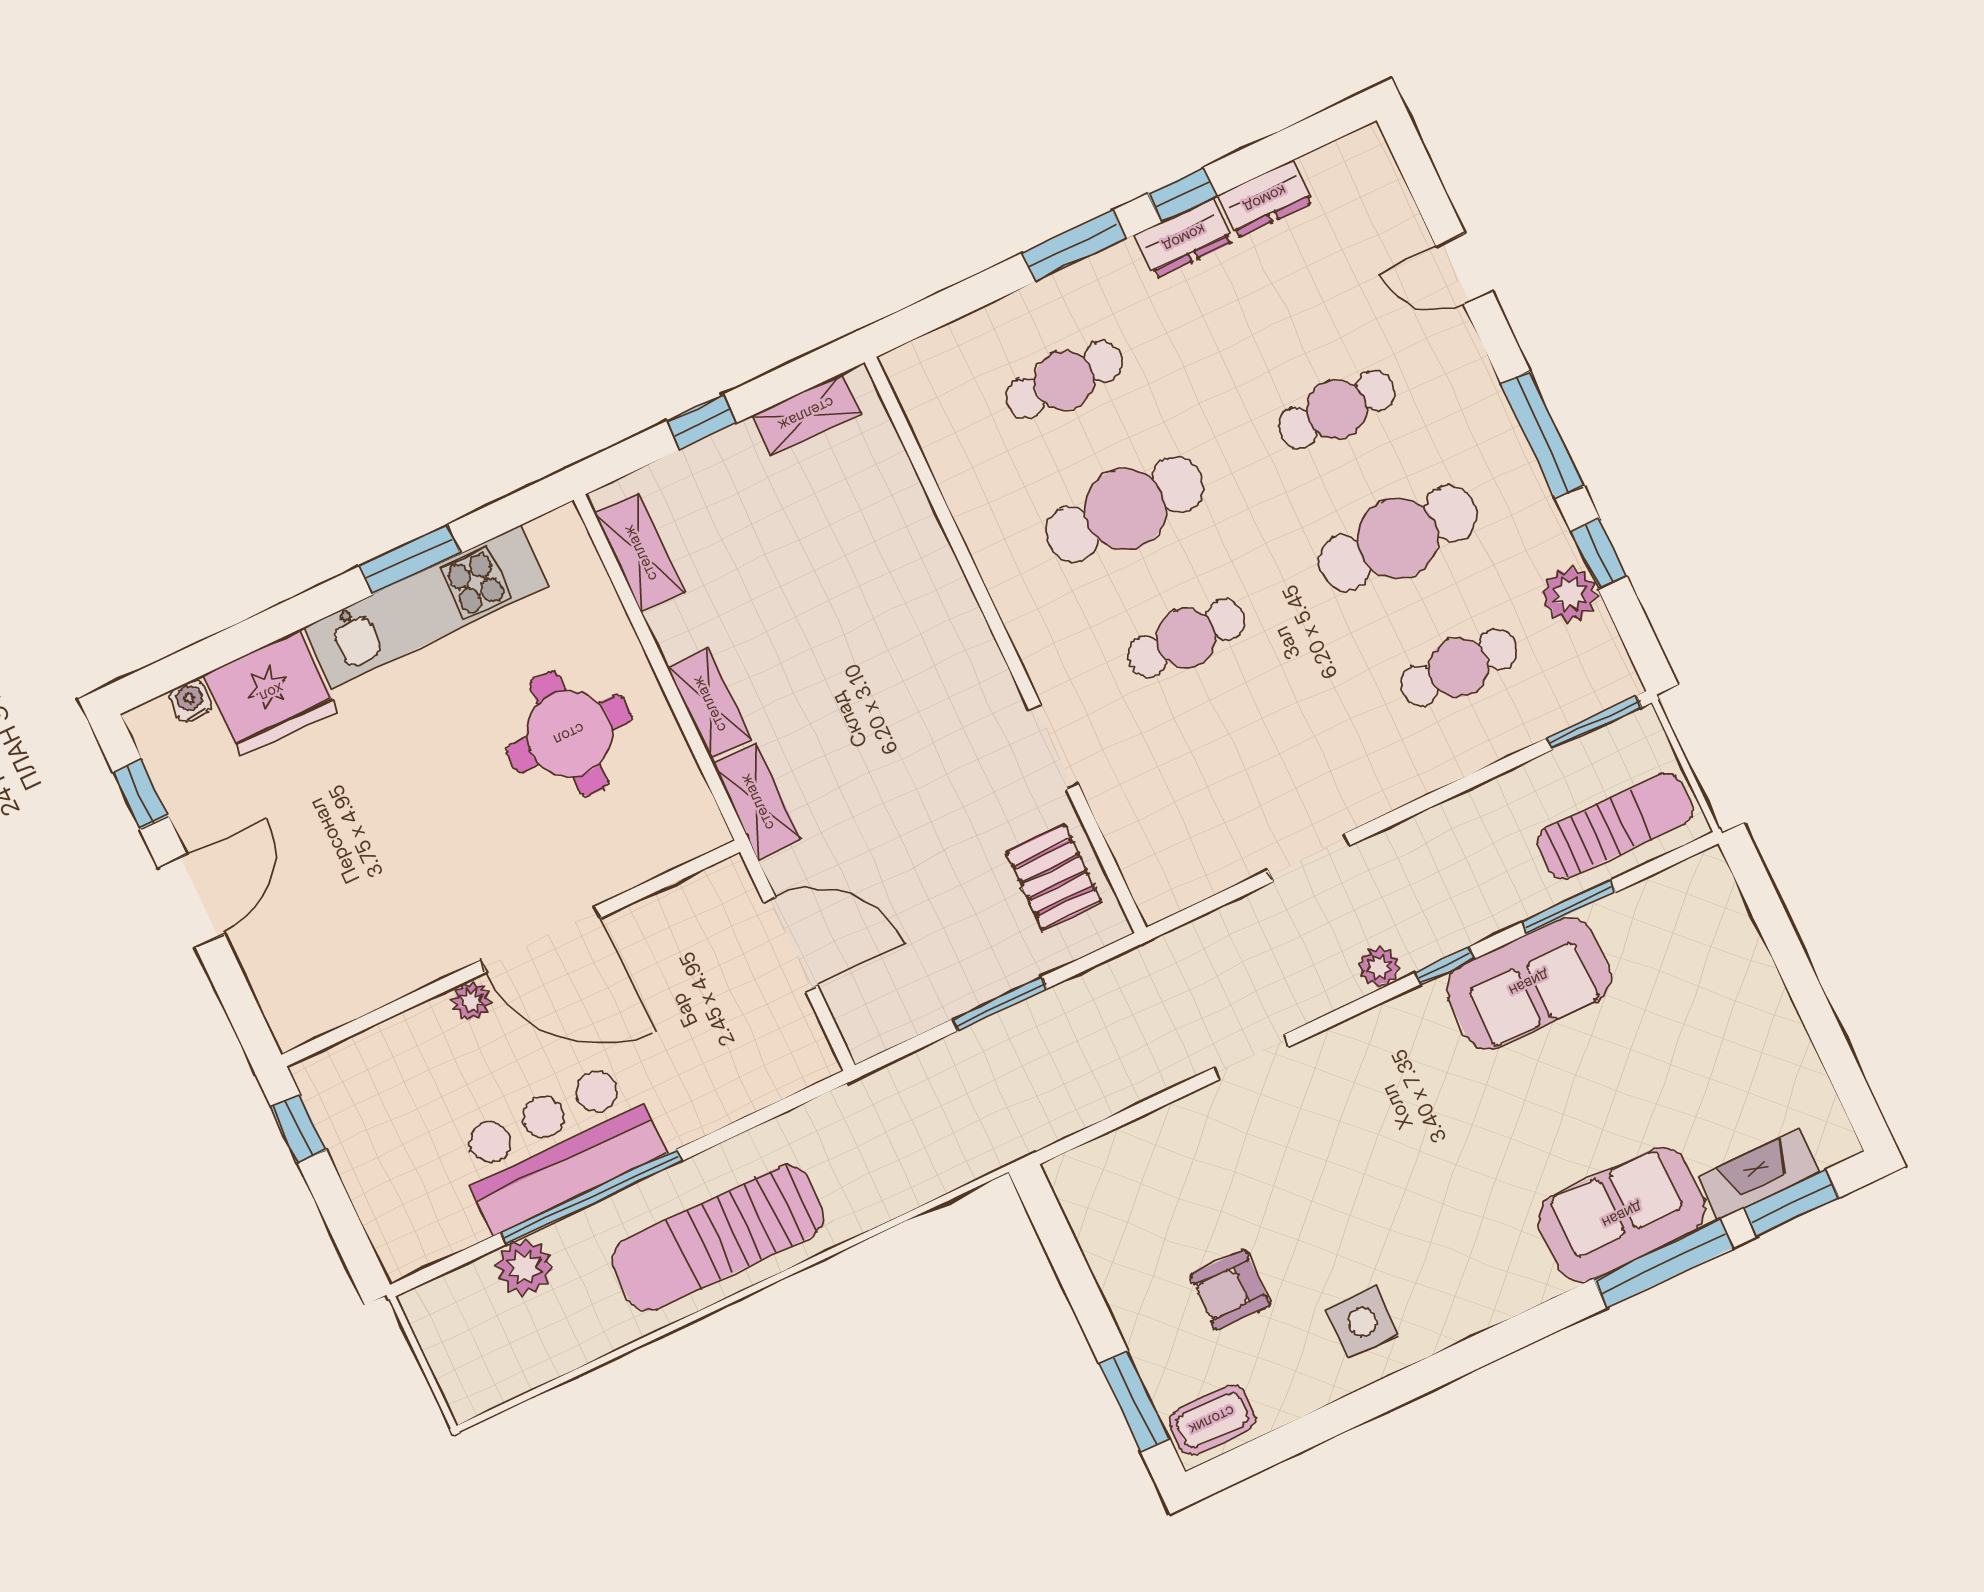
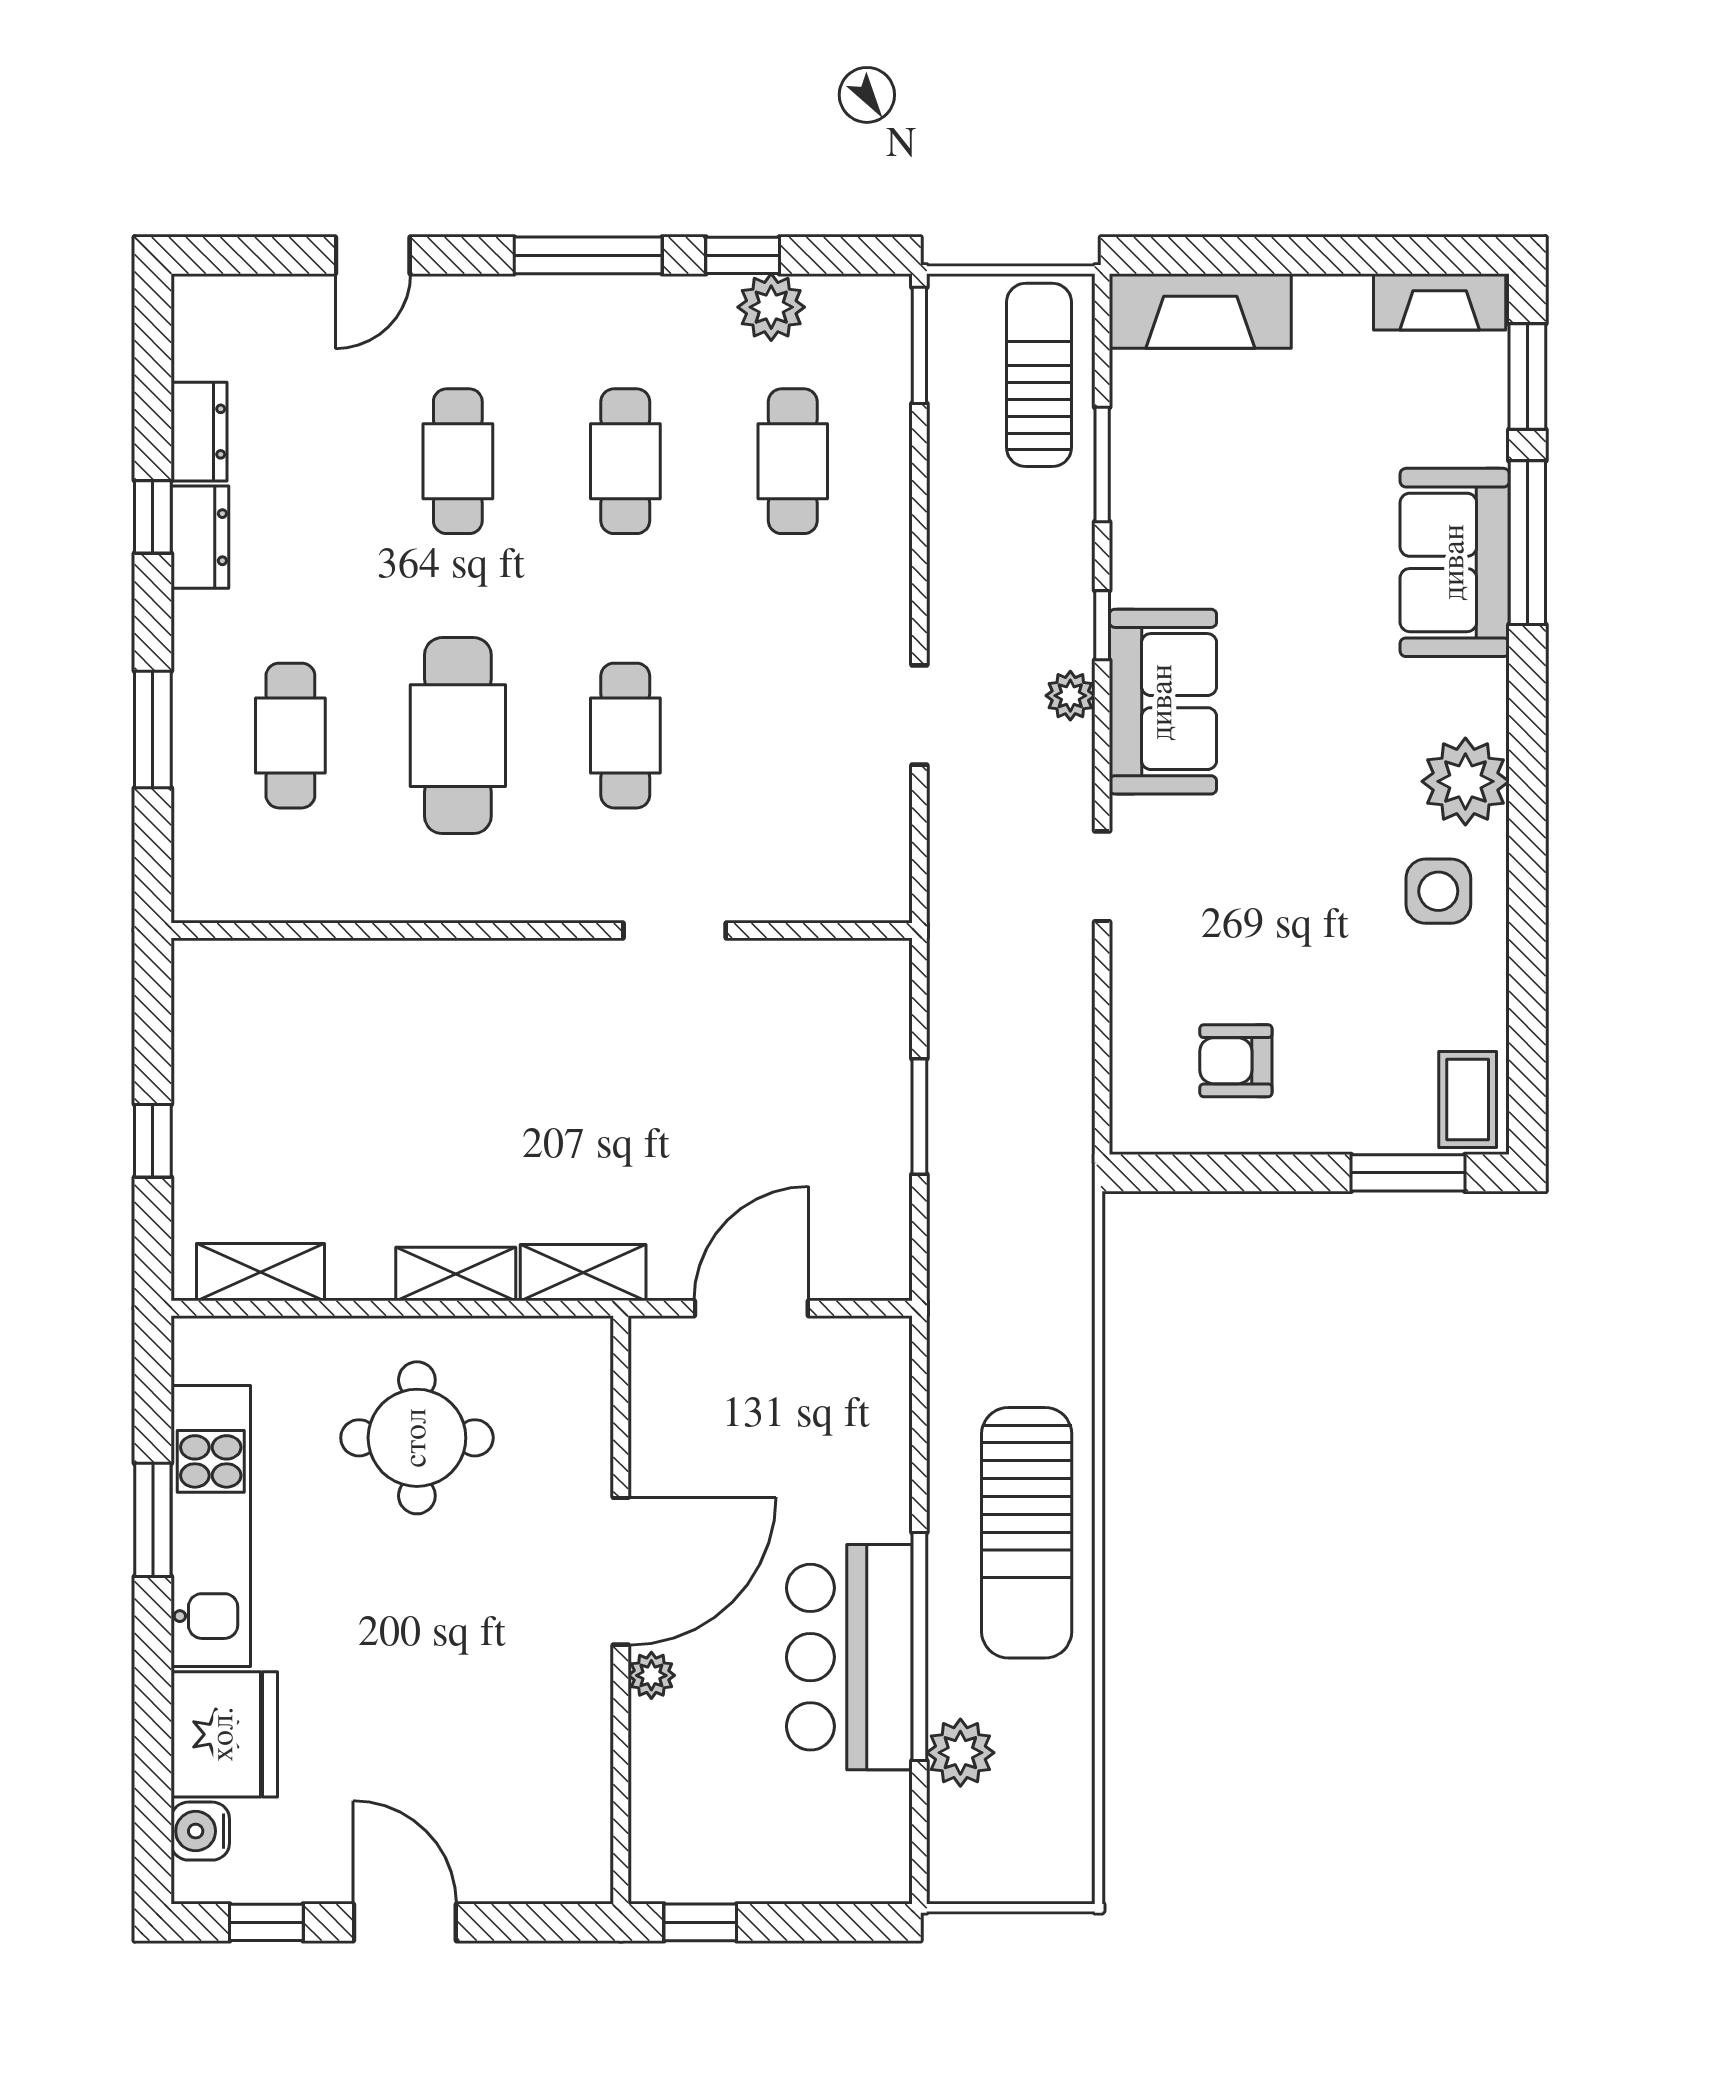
window: (1074, 246) -> (153, 729), moved
shelving: (806, 414) -> (197, 1026), removed
cafe table: (1398, 538) -> (625, 461), width x0.73, depth x0.74
water cooler: (190, 701) -> (200, 1831), width x1.38, depth x1.38
pallet: (1054, 877) -> (812, 996), removed
fireplace: (1723, 927) -> (1200, 311), added
sofa: (1529, 983) -> (1163, 702), moved
fireplace: (1759, 1175) -> (1440, 302), moved, turned -90
armchair: (1230, 1290) -> (1236, 1061), moved, turned 90
plant: (1457, 1303) -> (1465, 781), added

